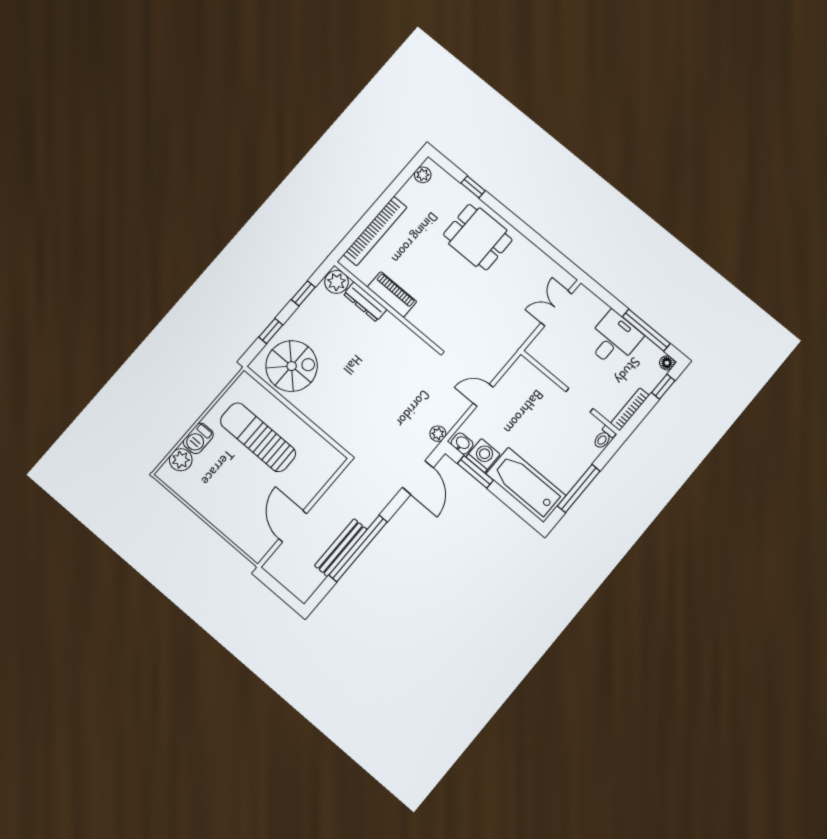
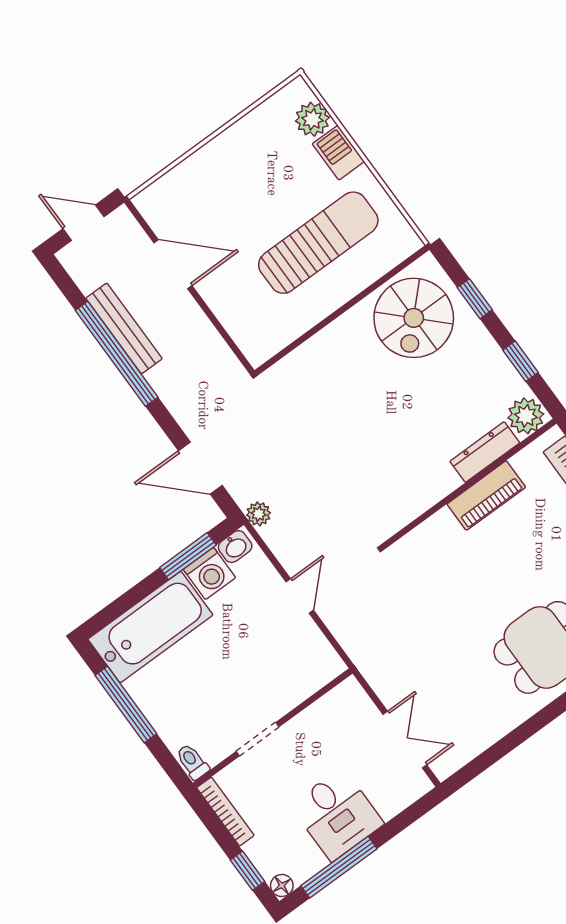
door: (280, 590) -> (83, 223), added

